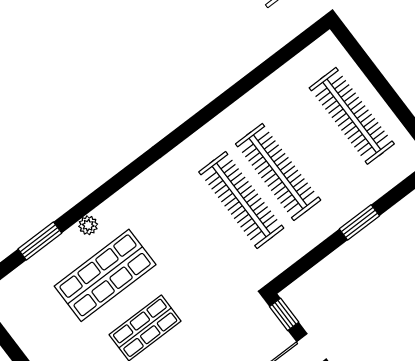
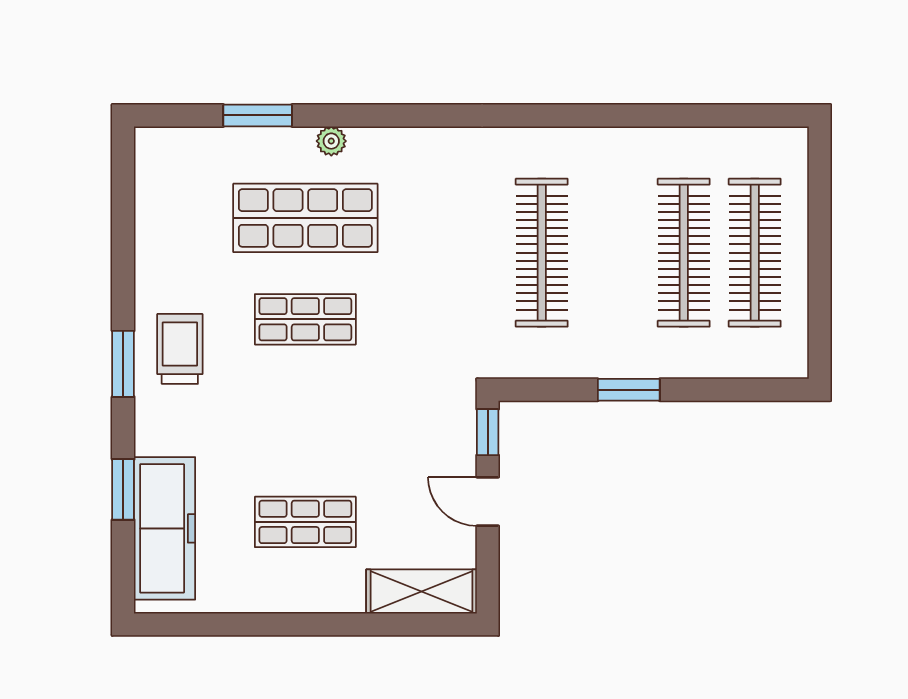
clothes rail: (278, 172) -> (684, 253), moved
window: (359, 222) -> (629, 390), moved

